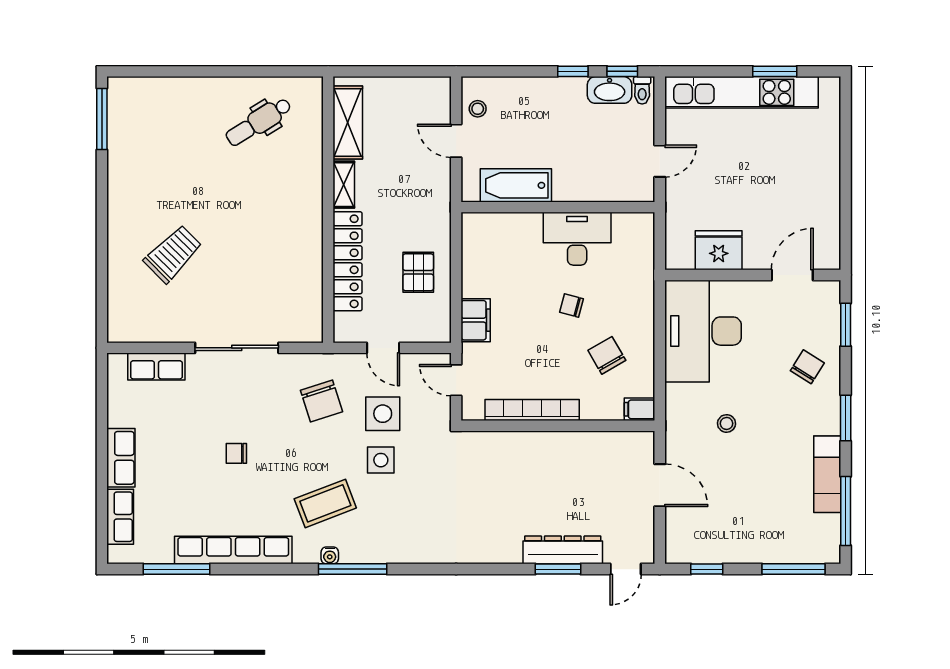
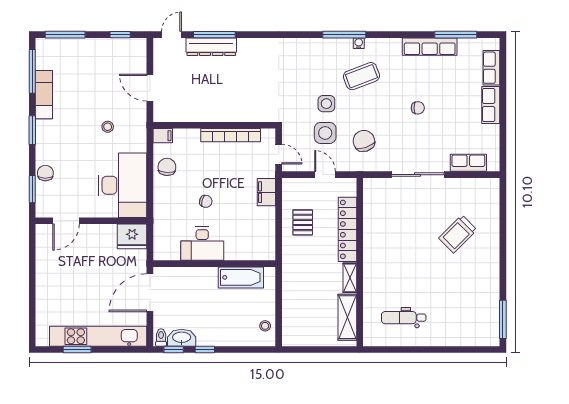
dental chair: (259, 122) -> (404, 318), turned -148
door: (456, 141) -> (279, 306), removed
door: (660, 161) -> (150, 293), width x1.88
fridge: (719, 250) -> (132, 236), moved
chair: (607, 355) -> (167, 167), moved, turned -147
chair: (807, 367) -> (45, 173), moved, turned 148
row of seats: (233, 550) -> (430, 47), width x0.73
window: (558, 569) -> (214, 35), width x1.44

